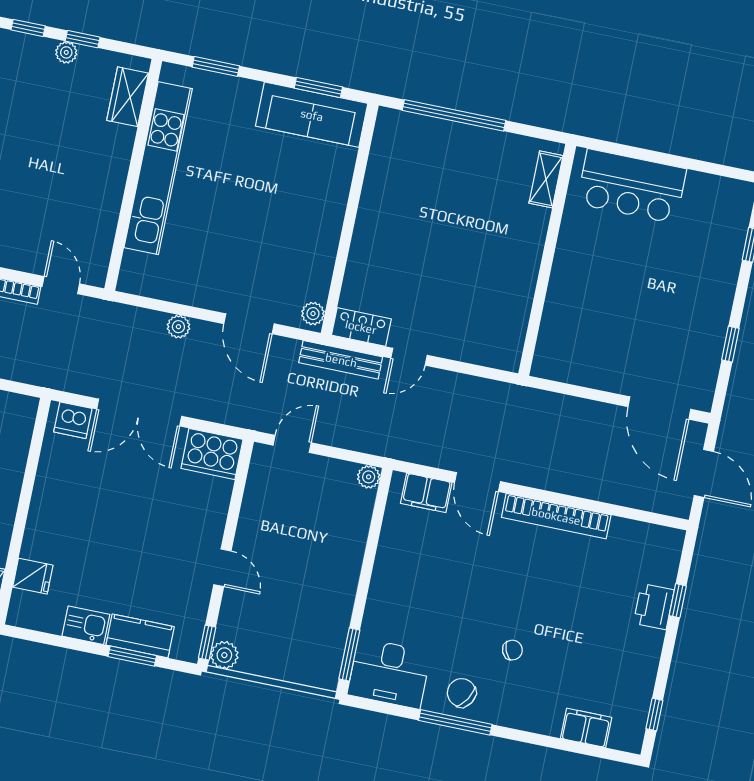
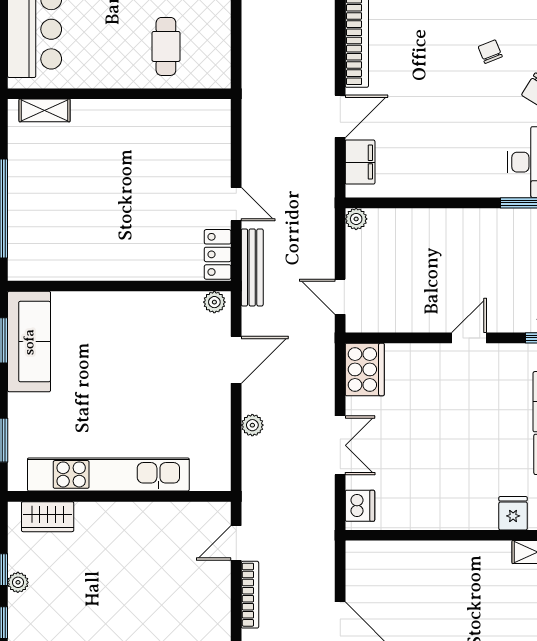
cafe table: (586, 318) -> (166, 46), added
double door: (139, 413) -> (340, 445), width x0.73

